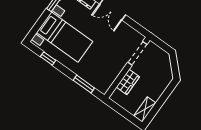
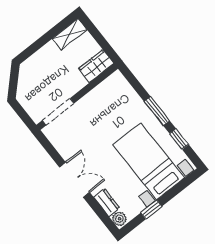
wardrobe: (128, 82) -> (96, 66), moved
window: (84, 84) -> (157, 111), moved

